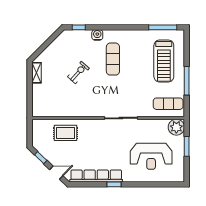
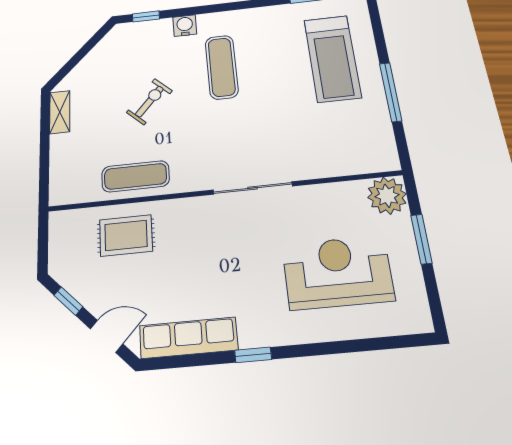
exercise mat: (168, 104) -> (135, 176), moved
reception desk: (151, 156) -> (337, 272), turned 180
row of seats: (96, 176) -> (188, 338), width x0.73

